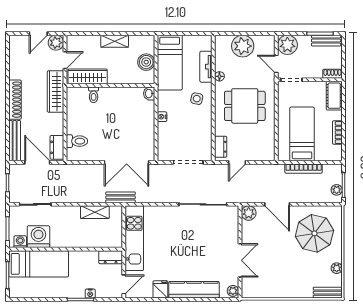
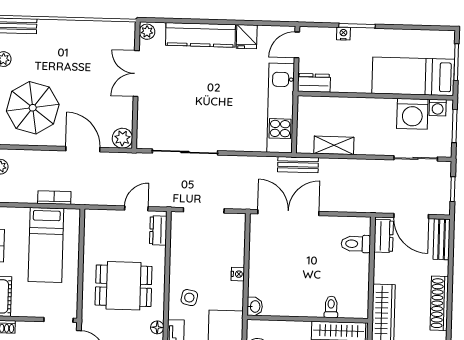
bench: (15, 141) -> (442, 239), width x0.73
bookcase: (304, 169) -> (54, 198), width x0.64

